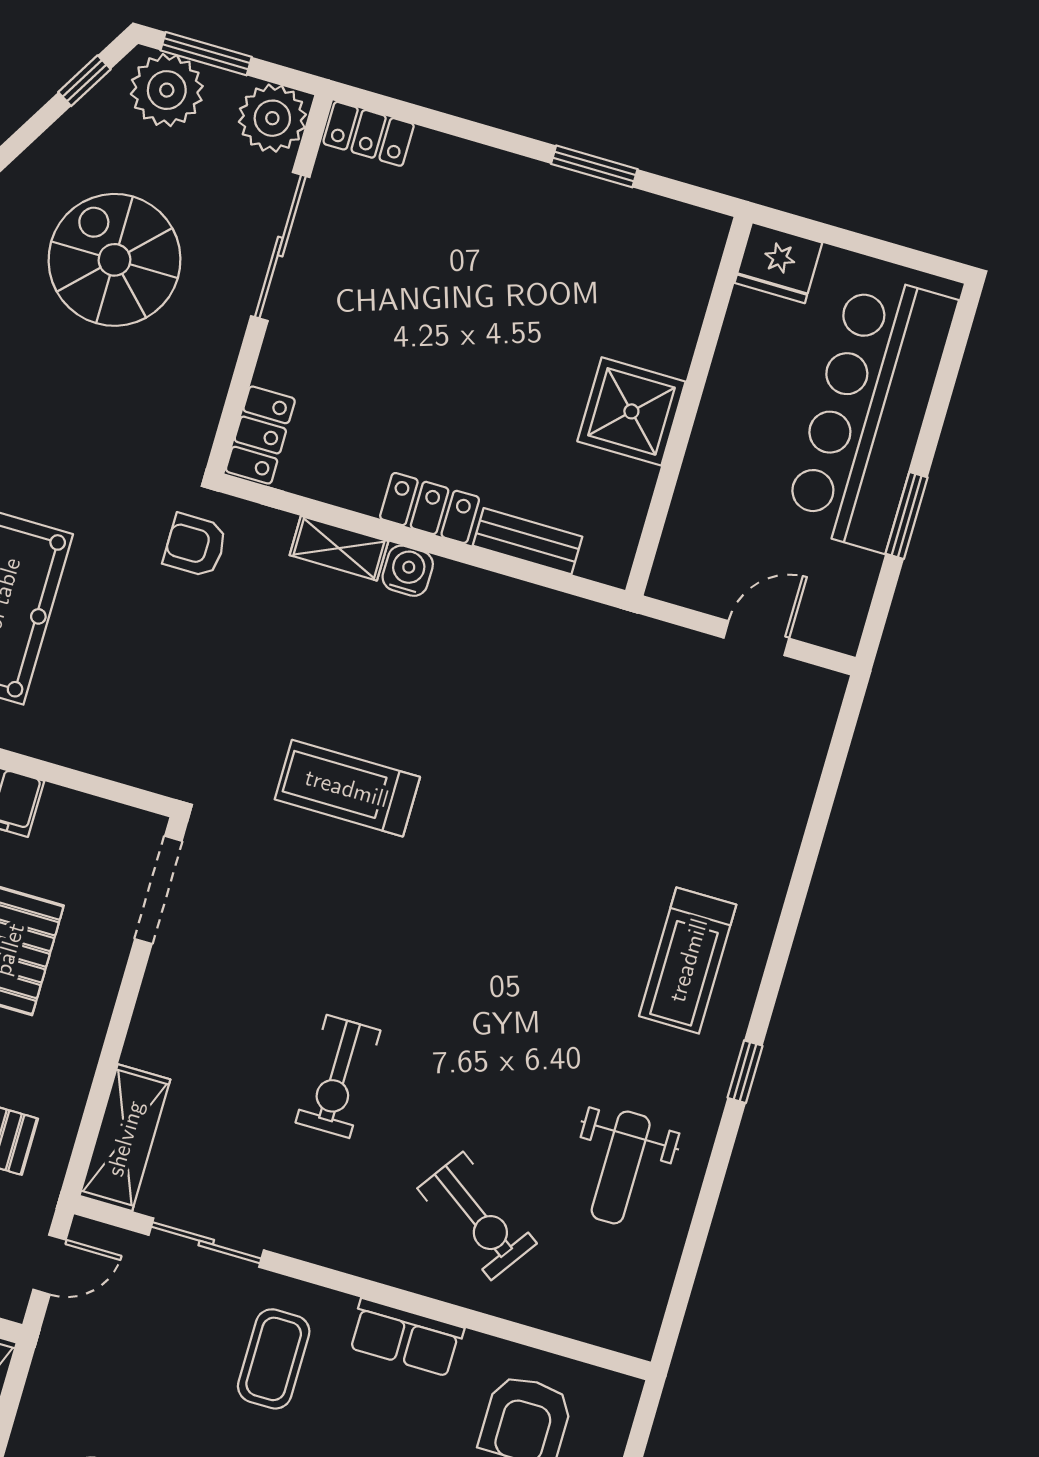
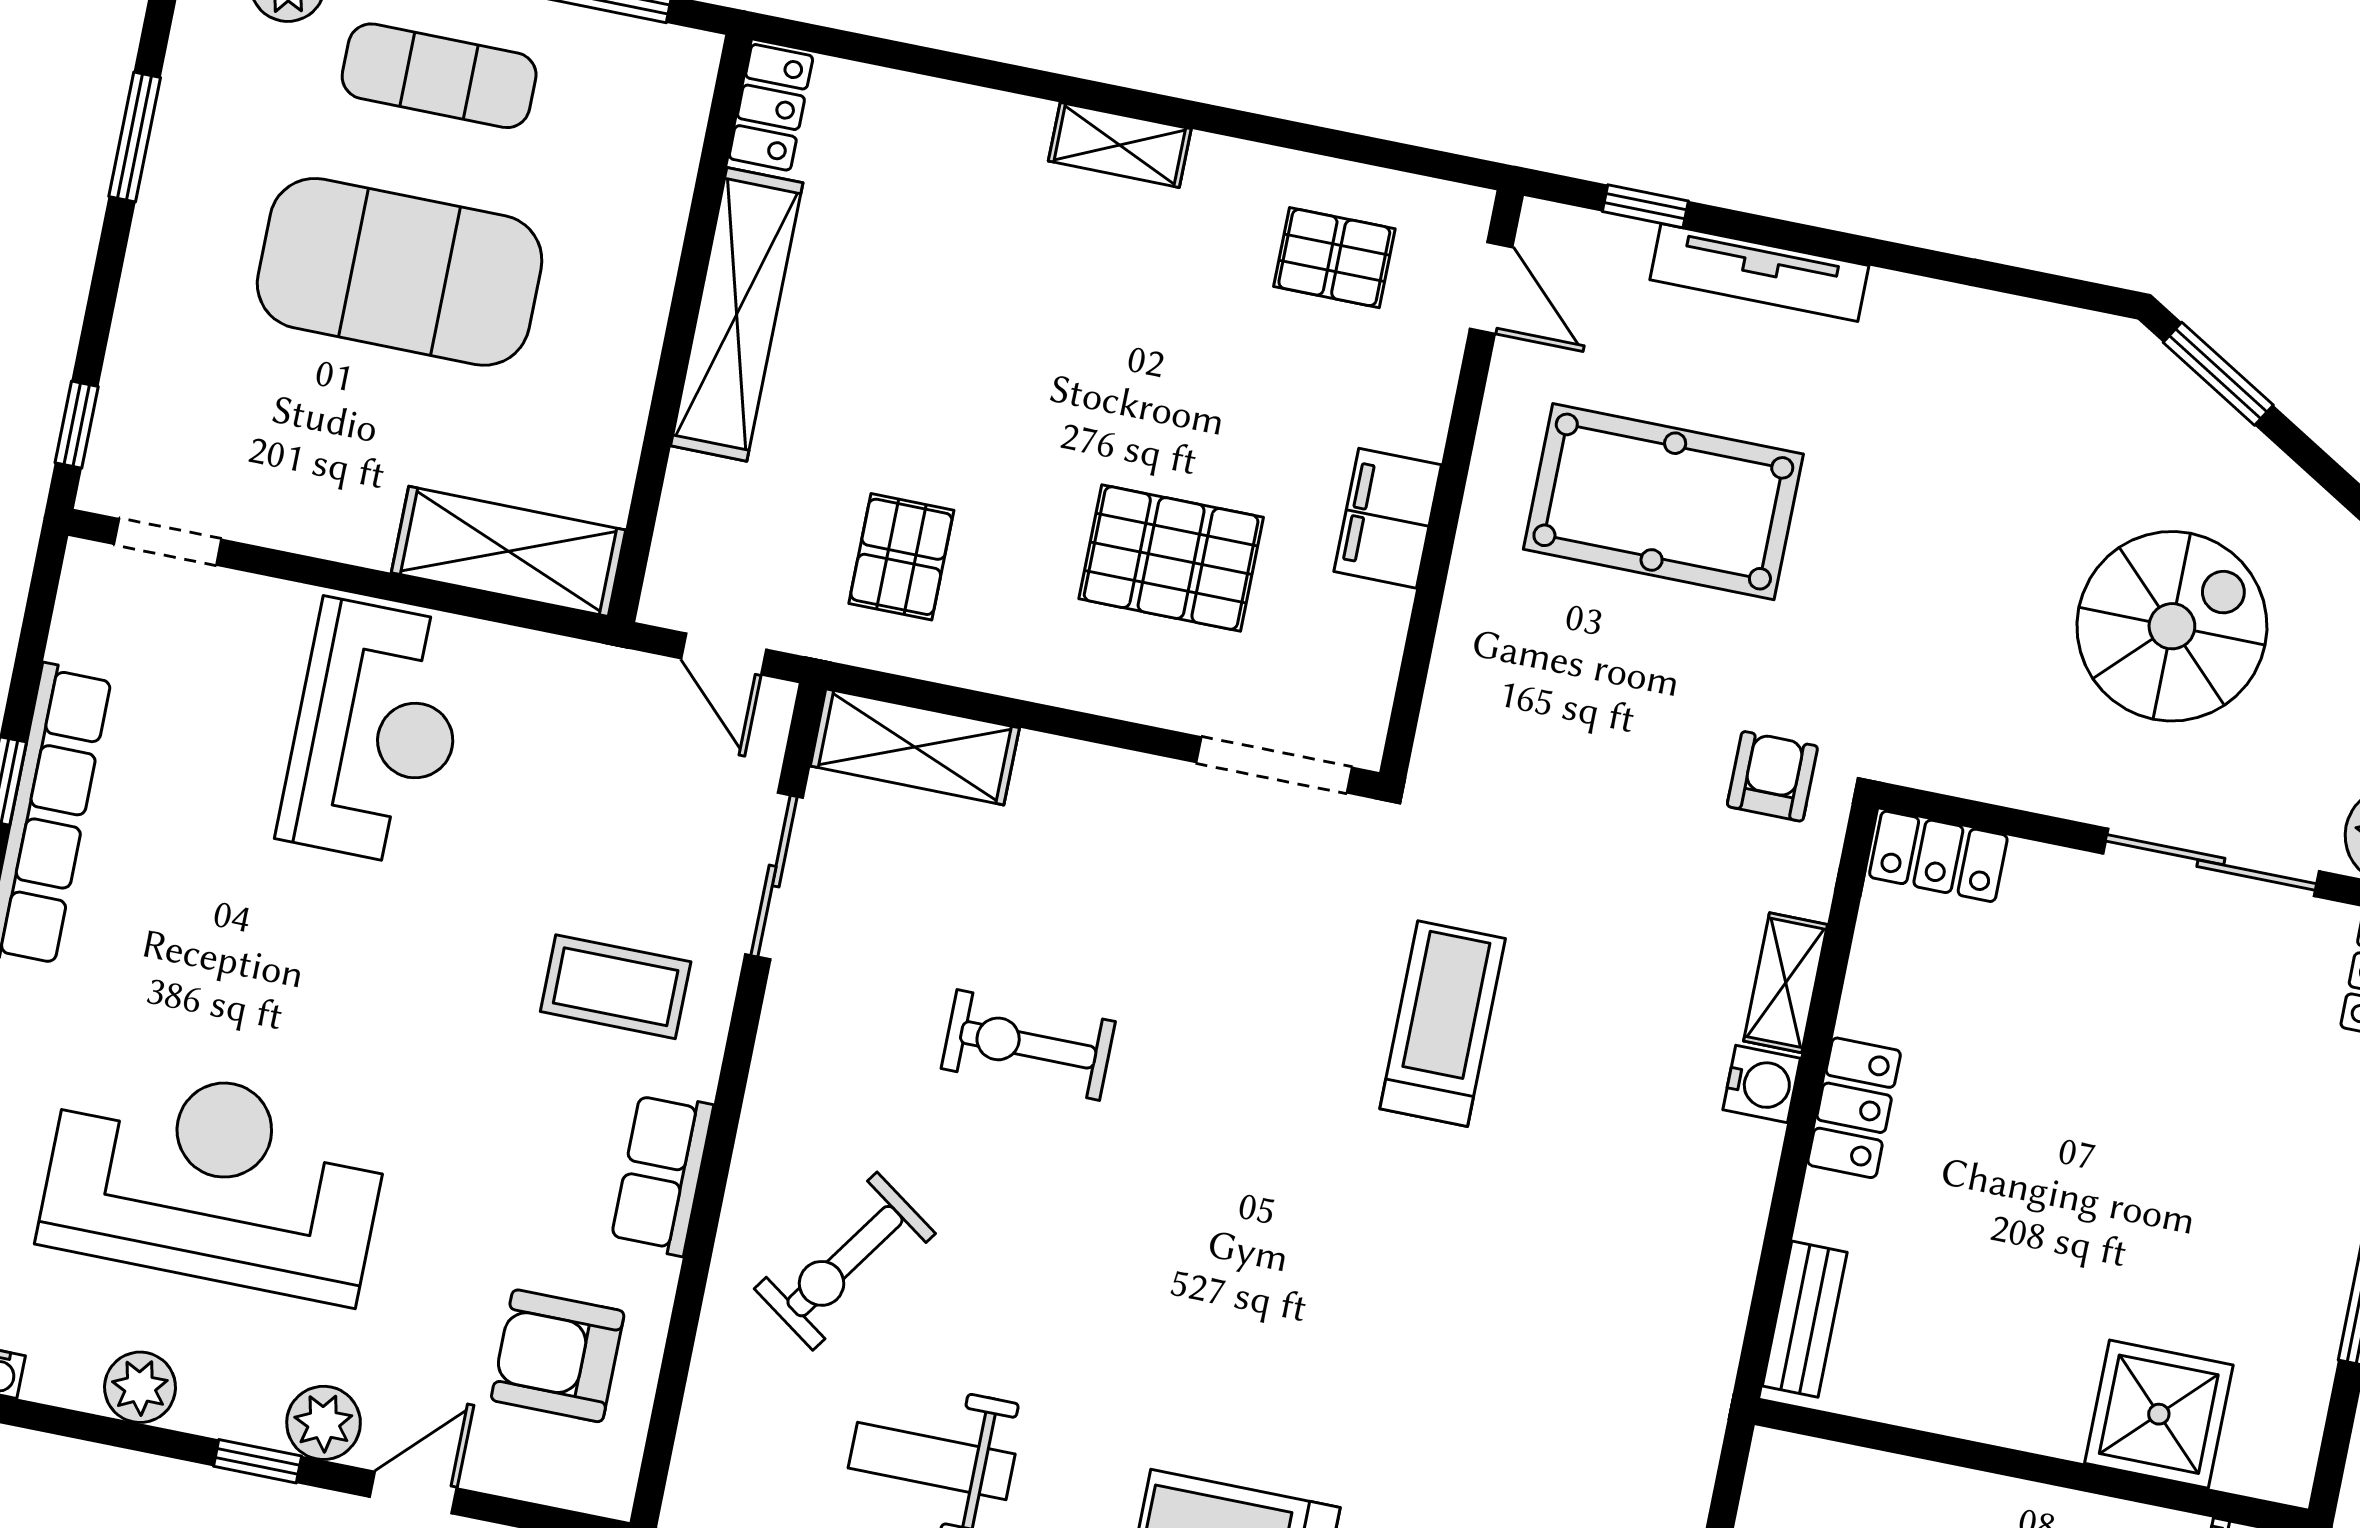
shower: (631, 411) -> (2159, 1414), moved
bench: (527, 541) -> (1805, 1319), moved

